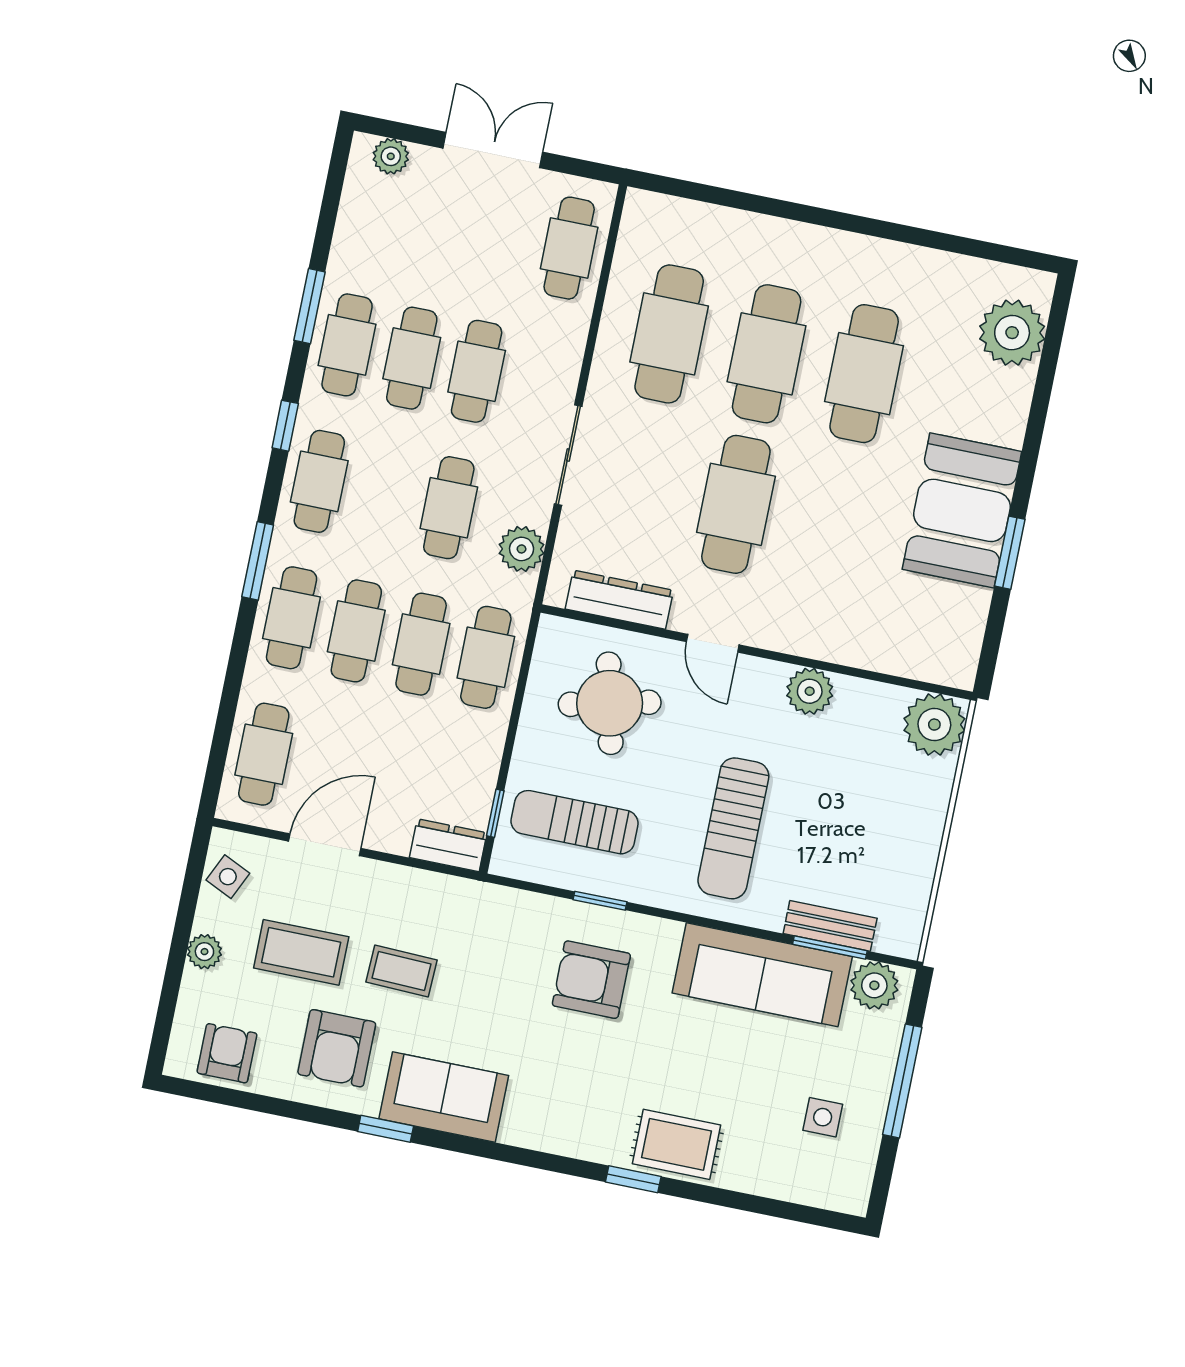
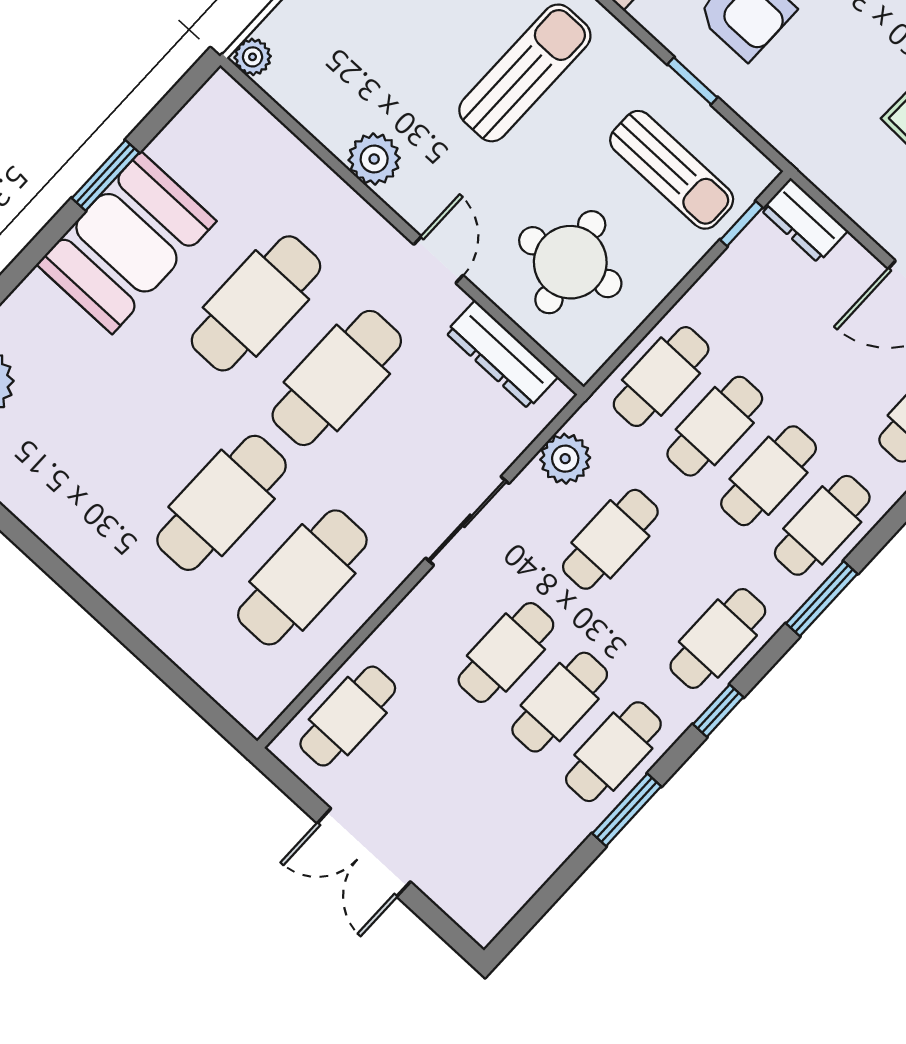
plant: (391, 156) -> (464, 905), removed
cafe table: (864, 374) -> (256, 303), moved
plant: (934, 725) -> (253, 57), width x0.53, depth x0.53

